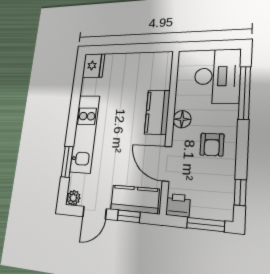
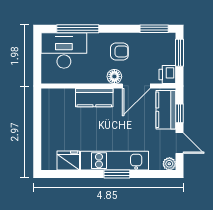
fridge: (94, 66) -> (68, 161), moved
floor lamp: (182, 119) -> (114, 76), moved
window: (67, 162) -> (117, 174), moved
window: (240, 192) -> (154, 29), width x1.50

